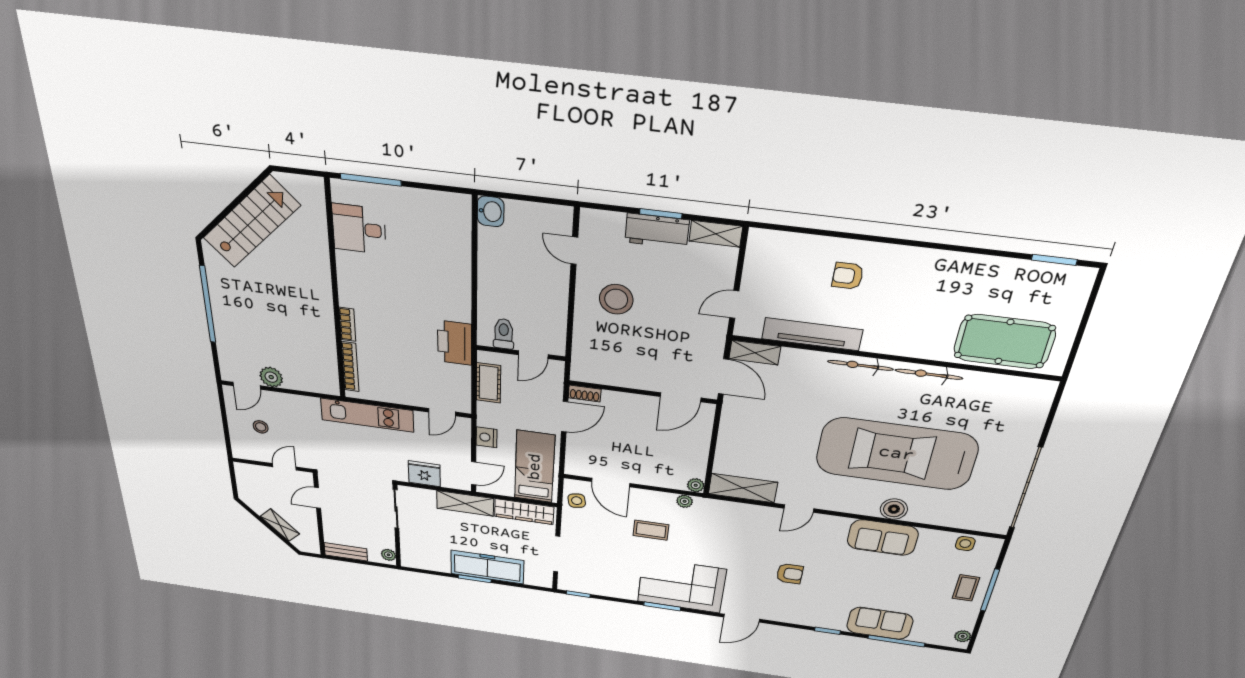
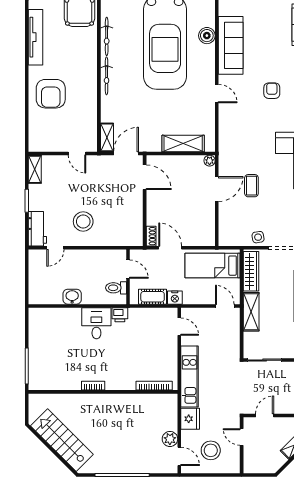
washbasin: (491, 211) -> (72, 297), moved
desk: (359, 229) -> (96, 323), moved, turned 180
workbench: (657, 231) -> (37, 229), moved
armchair: (848, 276) -> (51, 94), width x1.88, depth x1.88
bookcase: (347, 324) -> (93, 386), moved
tv unit: (812, 334) -> (36, 37), moved, turned 180
printer: (455, 343) -> (120, 315), width x0.53, depth x0.68
stool: (261, 427) -> (211, 450), width x1.89, depth x1.89
nightstand: (486, 437) -> (175, 298), moved
fridge: (424, 474) -> (190, 419), moved, turned 180
door: (611, 482) -> (217, 189), moved
shelving: (743, 488) -> (183, 143), moved, turned 90
door: (318, 498) -> (265, 415), swing flipped
side table: (577, 501) -> (258, 237), moved
plant: (685, 501) -> (224, 166), removed
sofa: (883, 538) -> (231, 45), width x1.36

